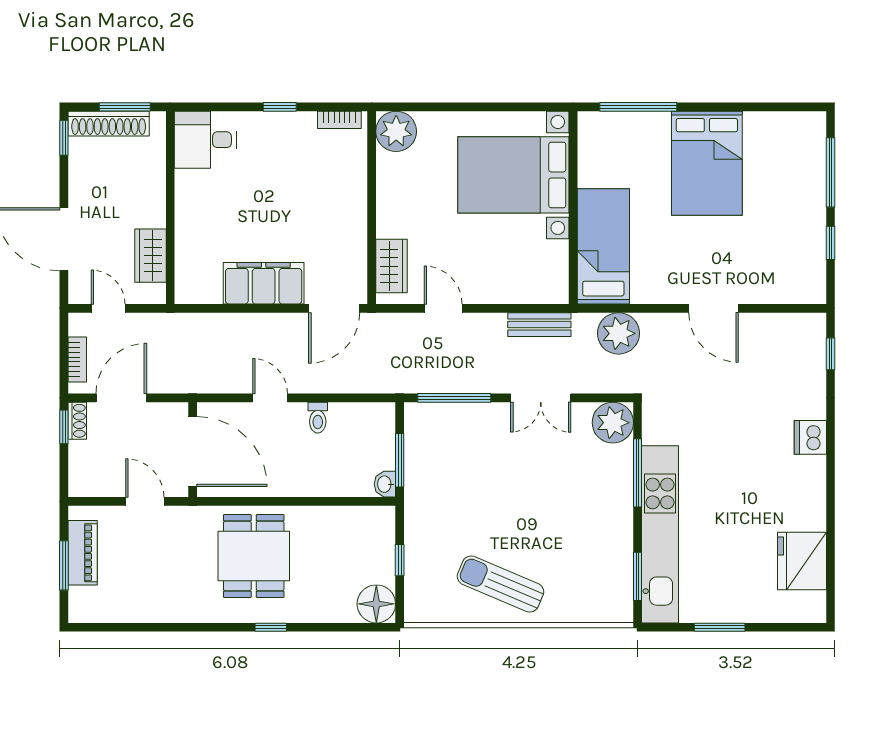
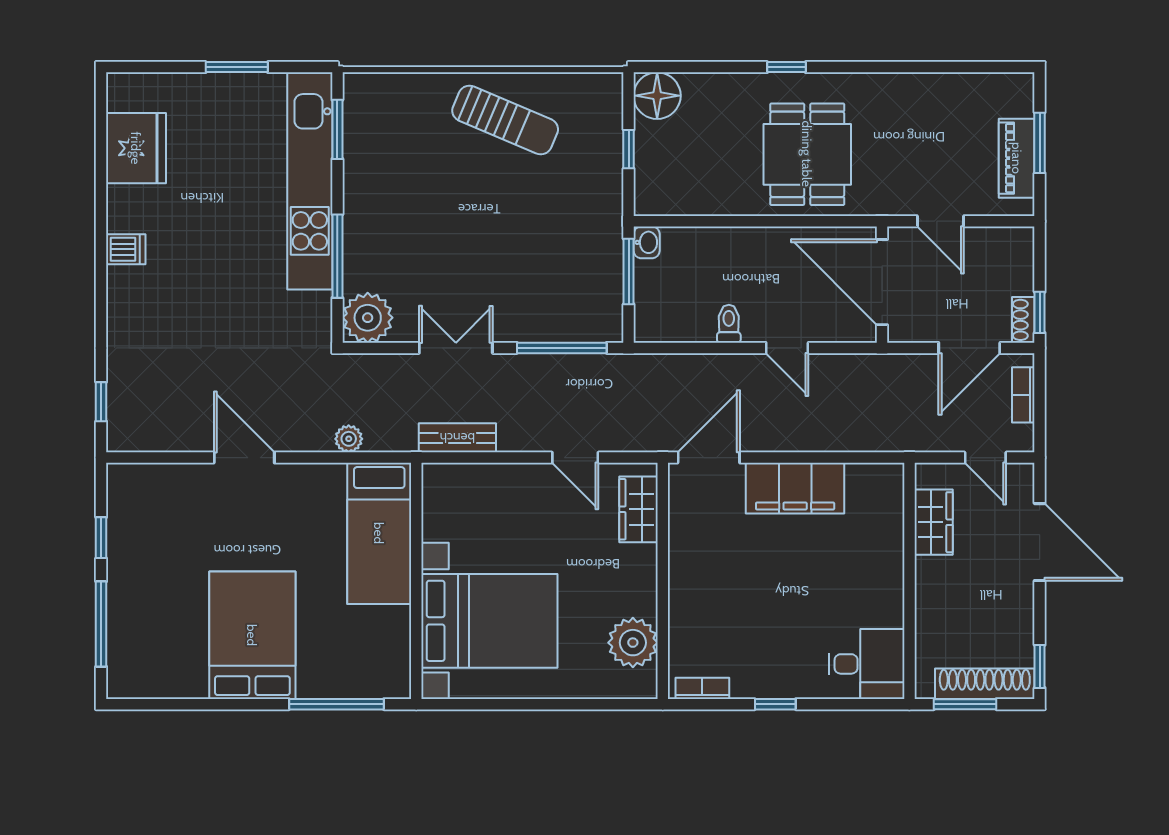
plant: (396, 131) -> (633, 643), moved
plant: (618, 333) -> (349, 439), width x0.53, depth x0.53
dishwasher: (810, 437) -> (126, 249), moved, width x0.73

